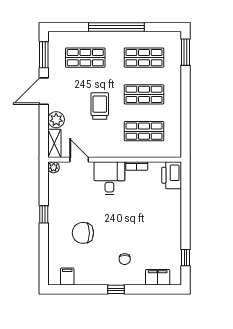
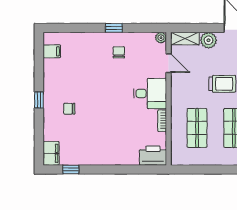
door: (79, 160) -> (169, 63), hinge flipped
chair: (83, 233) -> (119, 52), moved, width x0.54, depth x0.54
filing cabinet: (158, 277) -> (51, 153), moved

